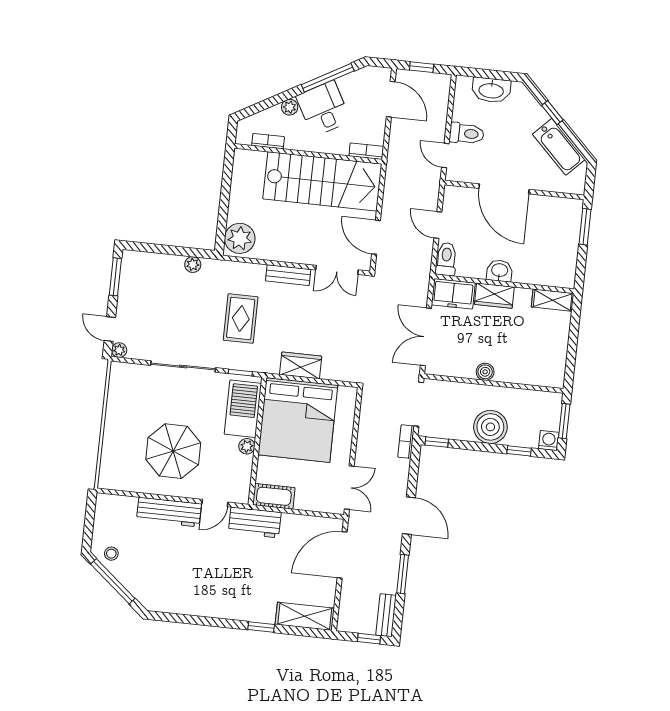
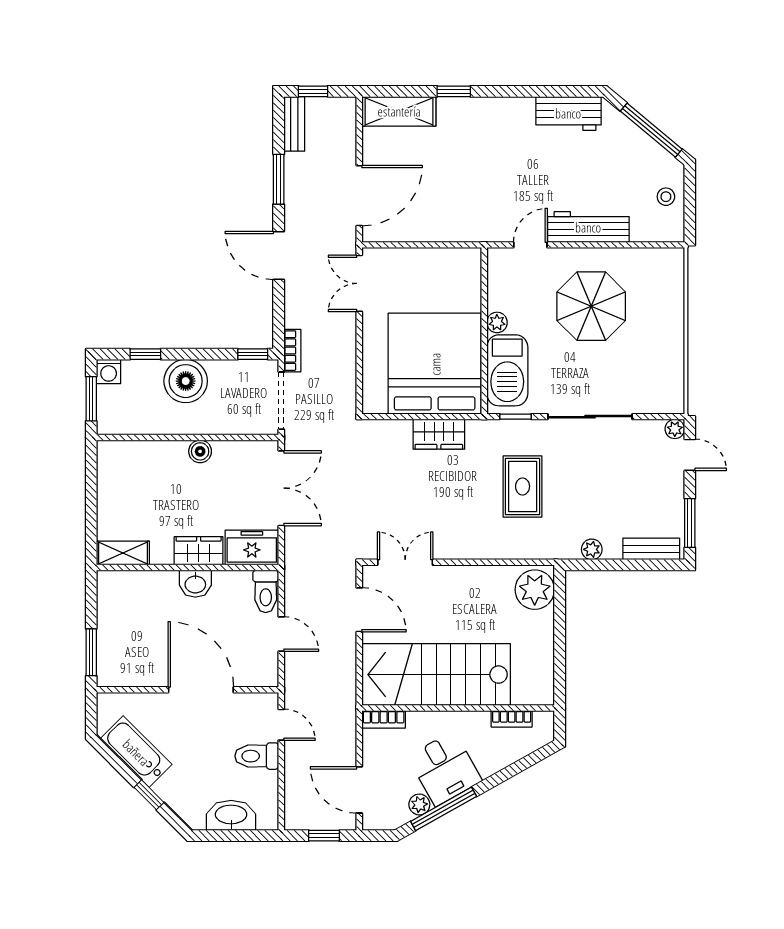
plant: (290, 107) -> (419, 805), moved
bench: (288, 275) -> (651, 549), moved
cot: (274, 496) -> (455, 262), removed
workbench: (255, 522) -> (568, 113), moved, turned 180
stool: (111, 554) -> (666, 197), moved

